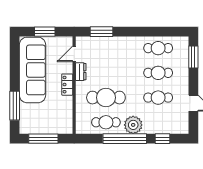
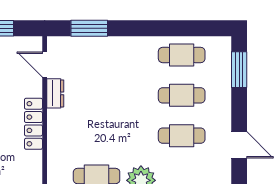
door: (74, 54) -> (45, 64), hinge flipped
locker: (67, 85) -> (33, 124), width x1.53
cafe table: (106, 98) -> (97, 136), removed

